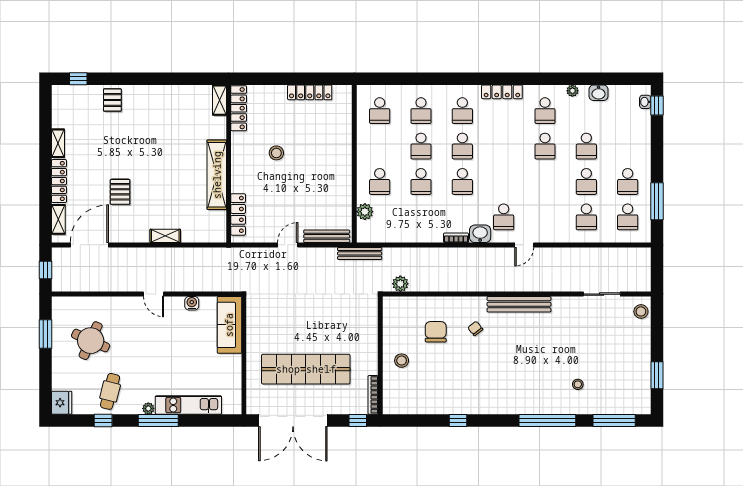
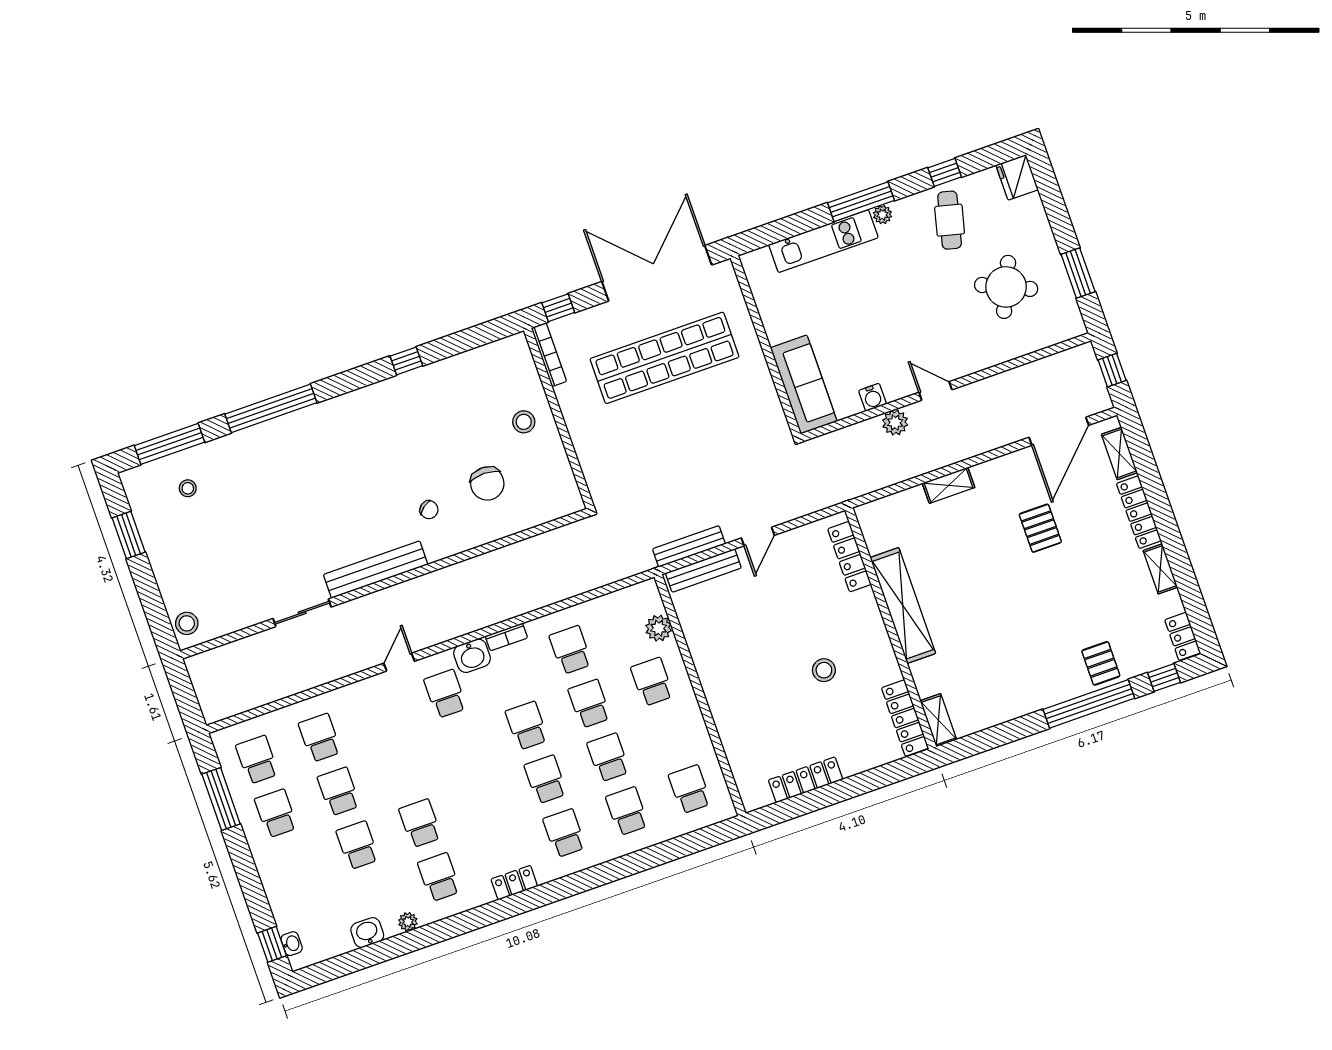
window: (128, 79) -> (1089, 704), added
locker: (502, 92) -> (514, 883), width x0.66
locker: (59, 99) -> (1183, 636), added
school desk: (421, 217) -> (571, 650), added
bench: (360, 253) -> (689, 546), moved
plant: (400, 284) -> (895, 423), moved
sliding door: (602, 294) -> (302, 613), moved
stool: (578, 384) -> (188, 488), moved

